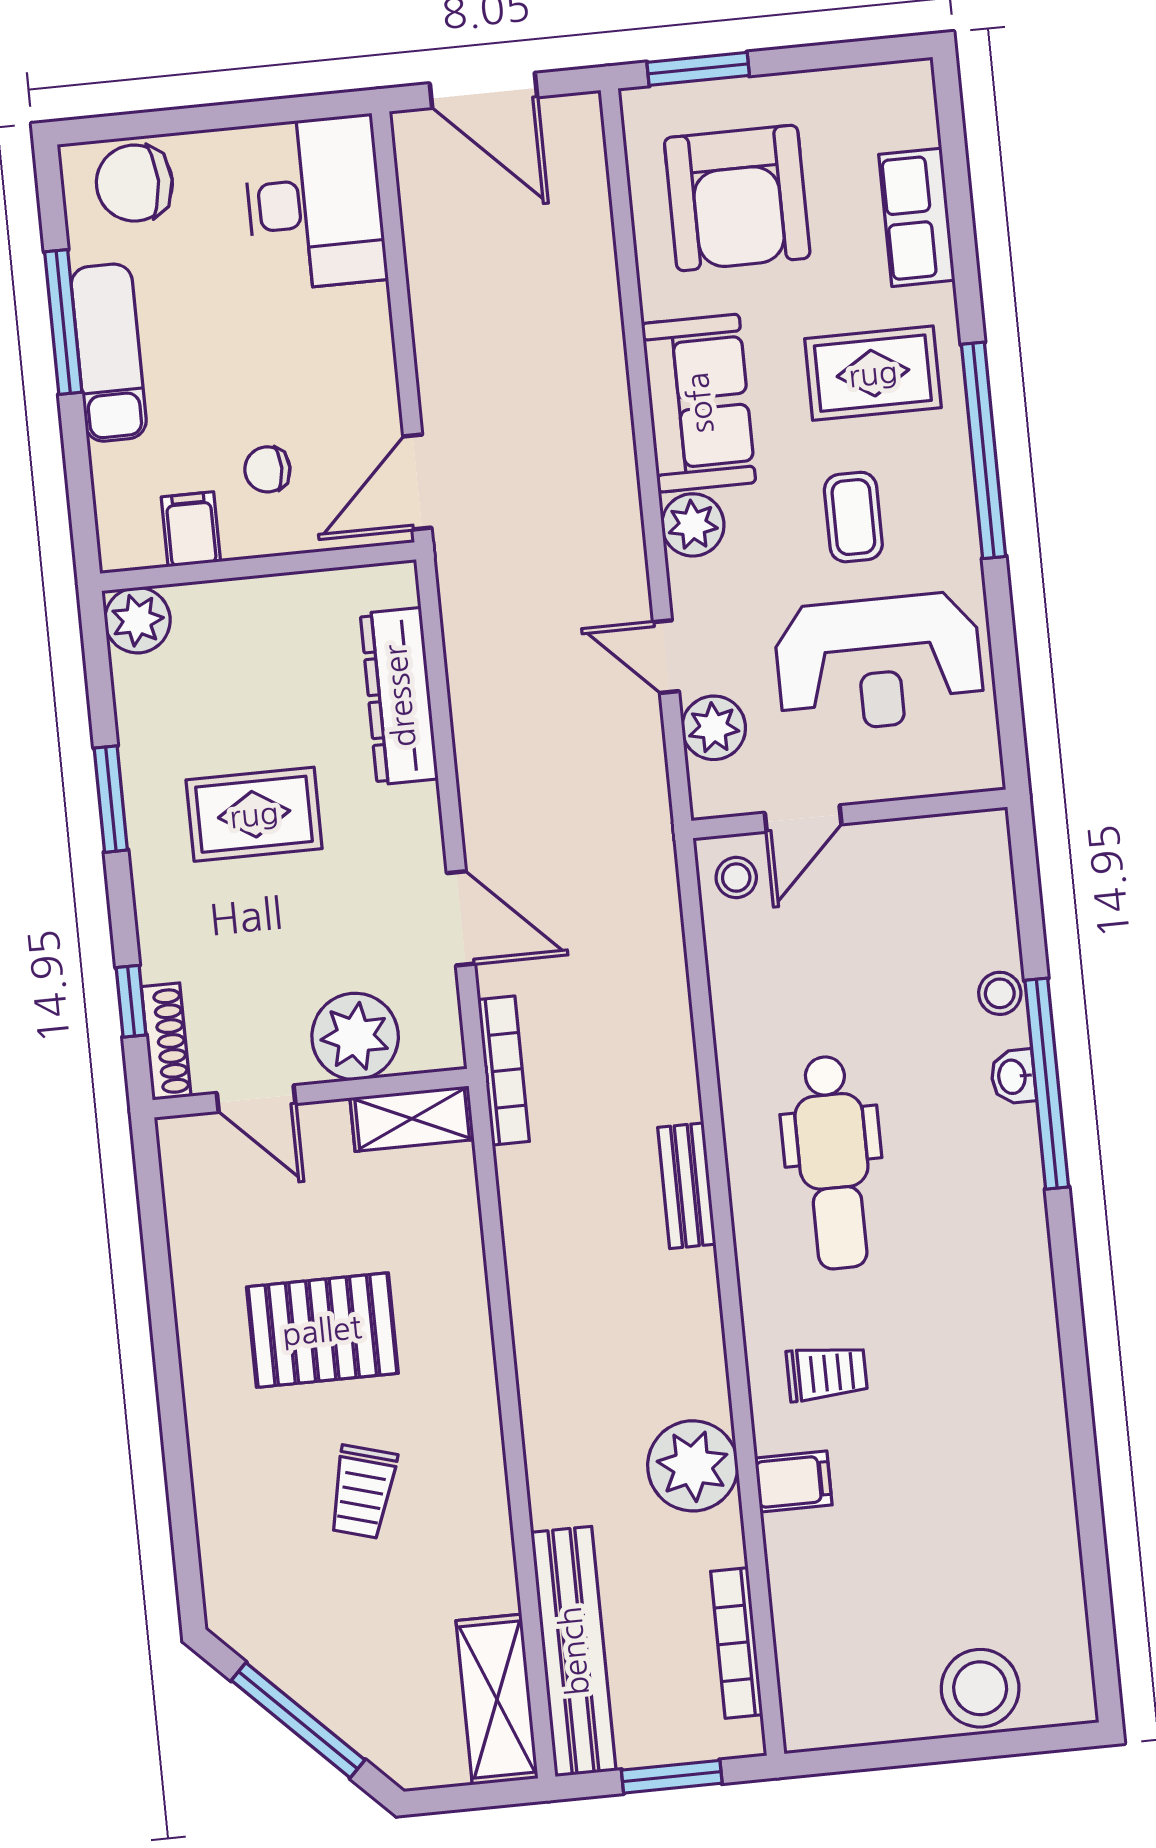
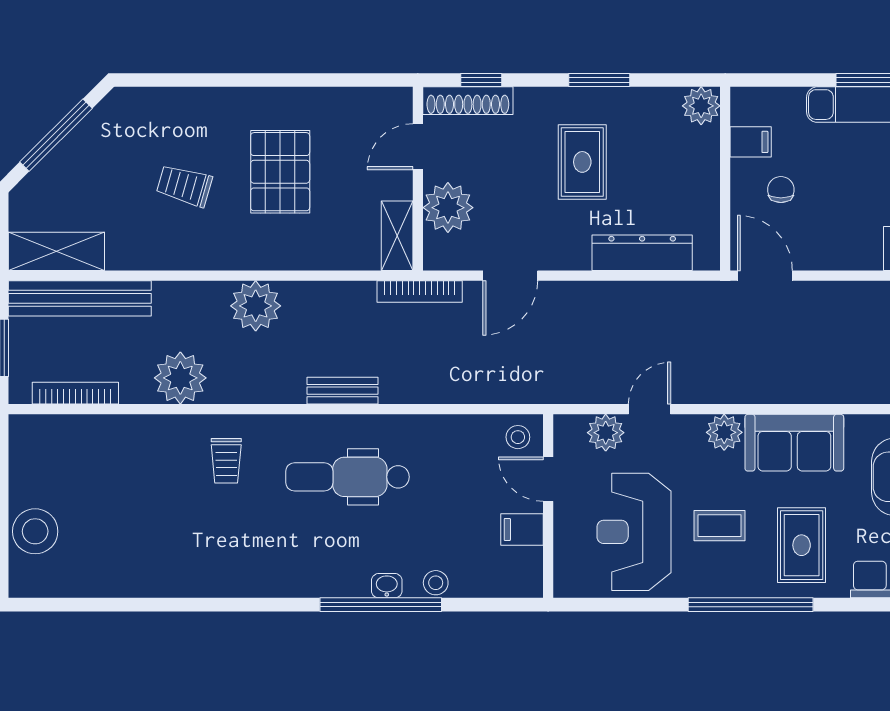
shoe rack: (166, 1042) -> (468, 101), width x1.36, depth x1.24
plant: (556, 1349) -> (256, 306), added
filing cabinet: (793, 1481) -> (522, 529), moved, turned 90

